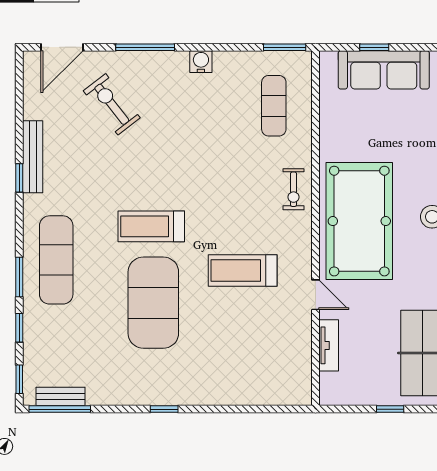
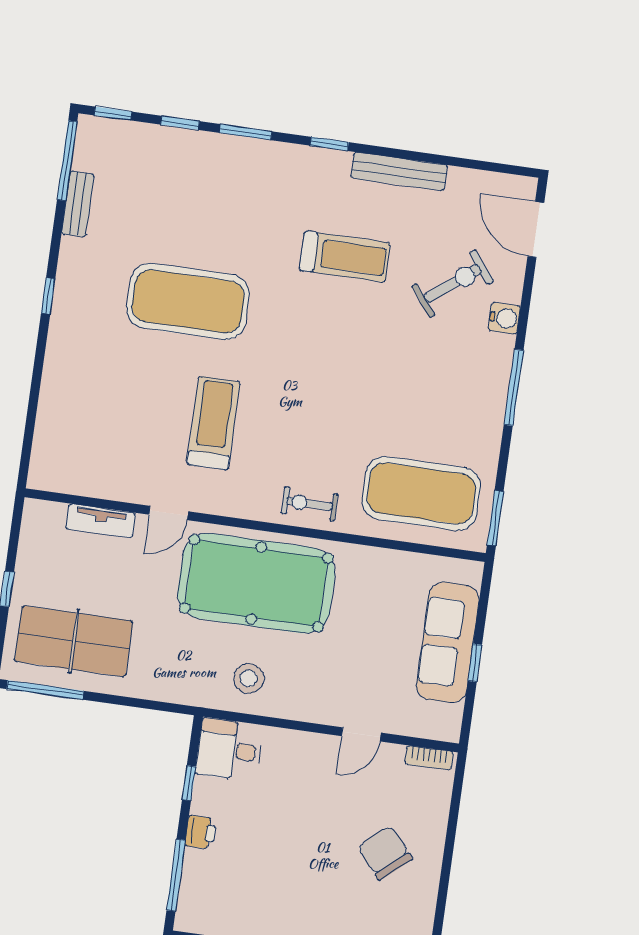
window: (145, 47) -> (514, 387), moved
window: (374, 47) -> (475, 663), moved
water cooler: (201, 62) -> (504, 318), moved
exercise mat: (274, 106) -> (421, 493), width x2.00, depth x1.45
window: (19, 178) -> (329, 144), moved
treadmill: (151, 226) -> (345, 257), moved, turned 90
exercise mat: (56, 260) -> (261, 183), removed
bench: (60, 396) -> (78, 204), moved

